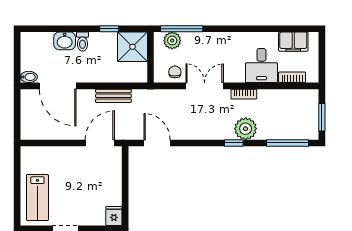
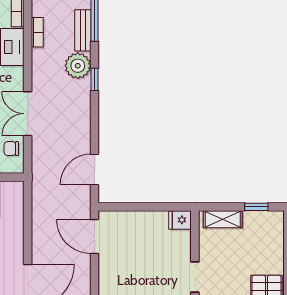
bookcase: (244, 94) -> (37, 32), moved
bench: (113, 96) -> (83, 30), moved

